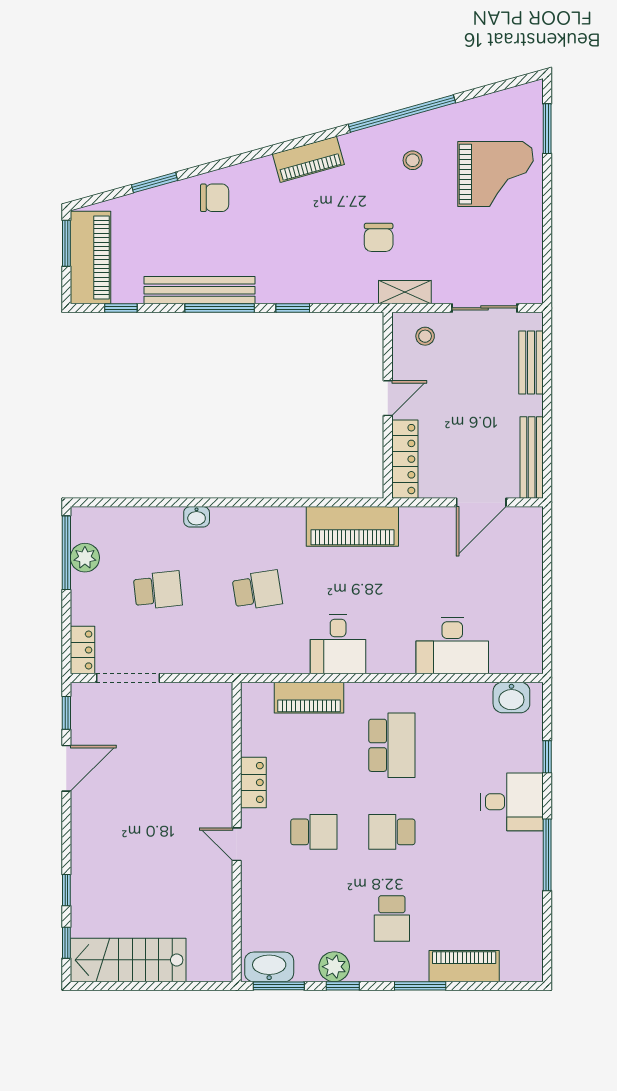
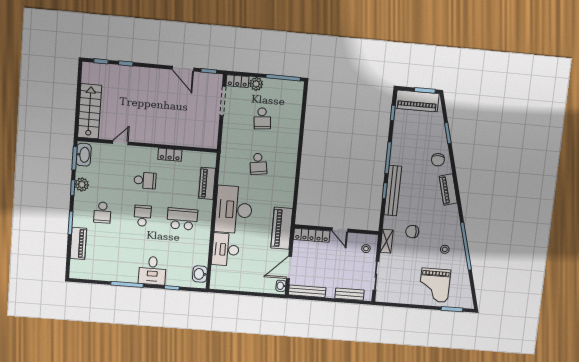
piano: (308, 159) -> (448, 190), moved
bench: (199, 290) -> (393, 191), moved
door: (481, 502) -> (289, 267), hinge flipped
washbasin: (197, 517) -> (281, 286), moved
piano: (352, 526) -> (282, 228), moved
plant: (85, 558) -> (256, 84), moved
desk: (338, 644) -> (234, 210), width x1.87, depth x1.30
school desk: (392, 745) -> (182, 219), turned 180
school desk: (314, 832) -> (145, 180), turned -90
door: (237, 844) -> (120, 143), moved
school desk: (392, 918) -> (102, 213), turned -90
stairs: (128, 960) -> (90, 111), moved

